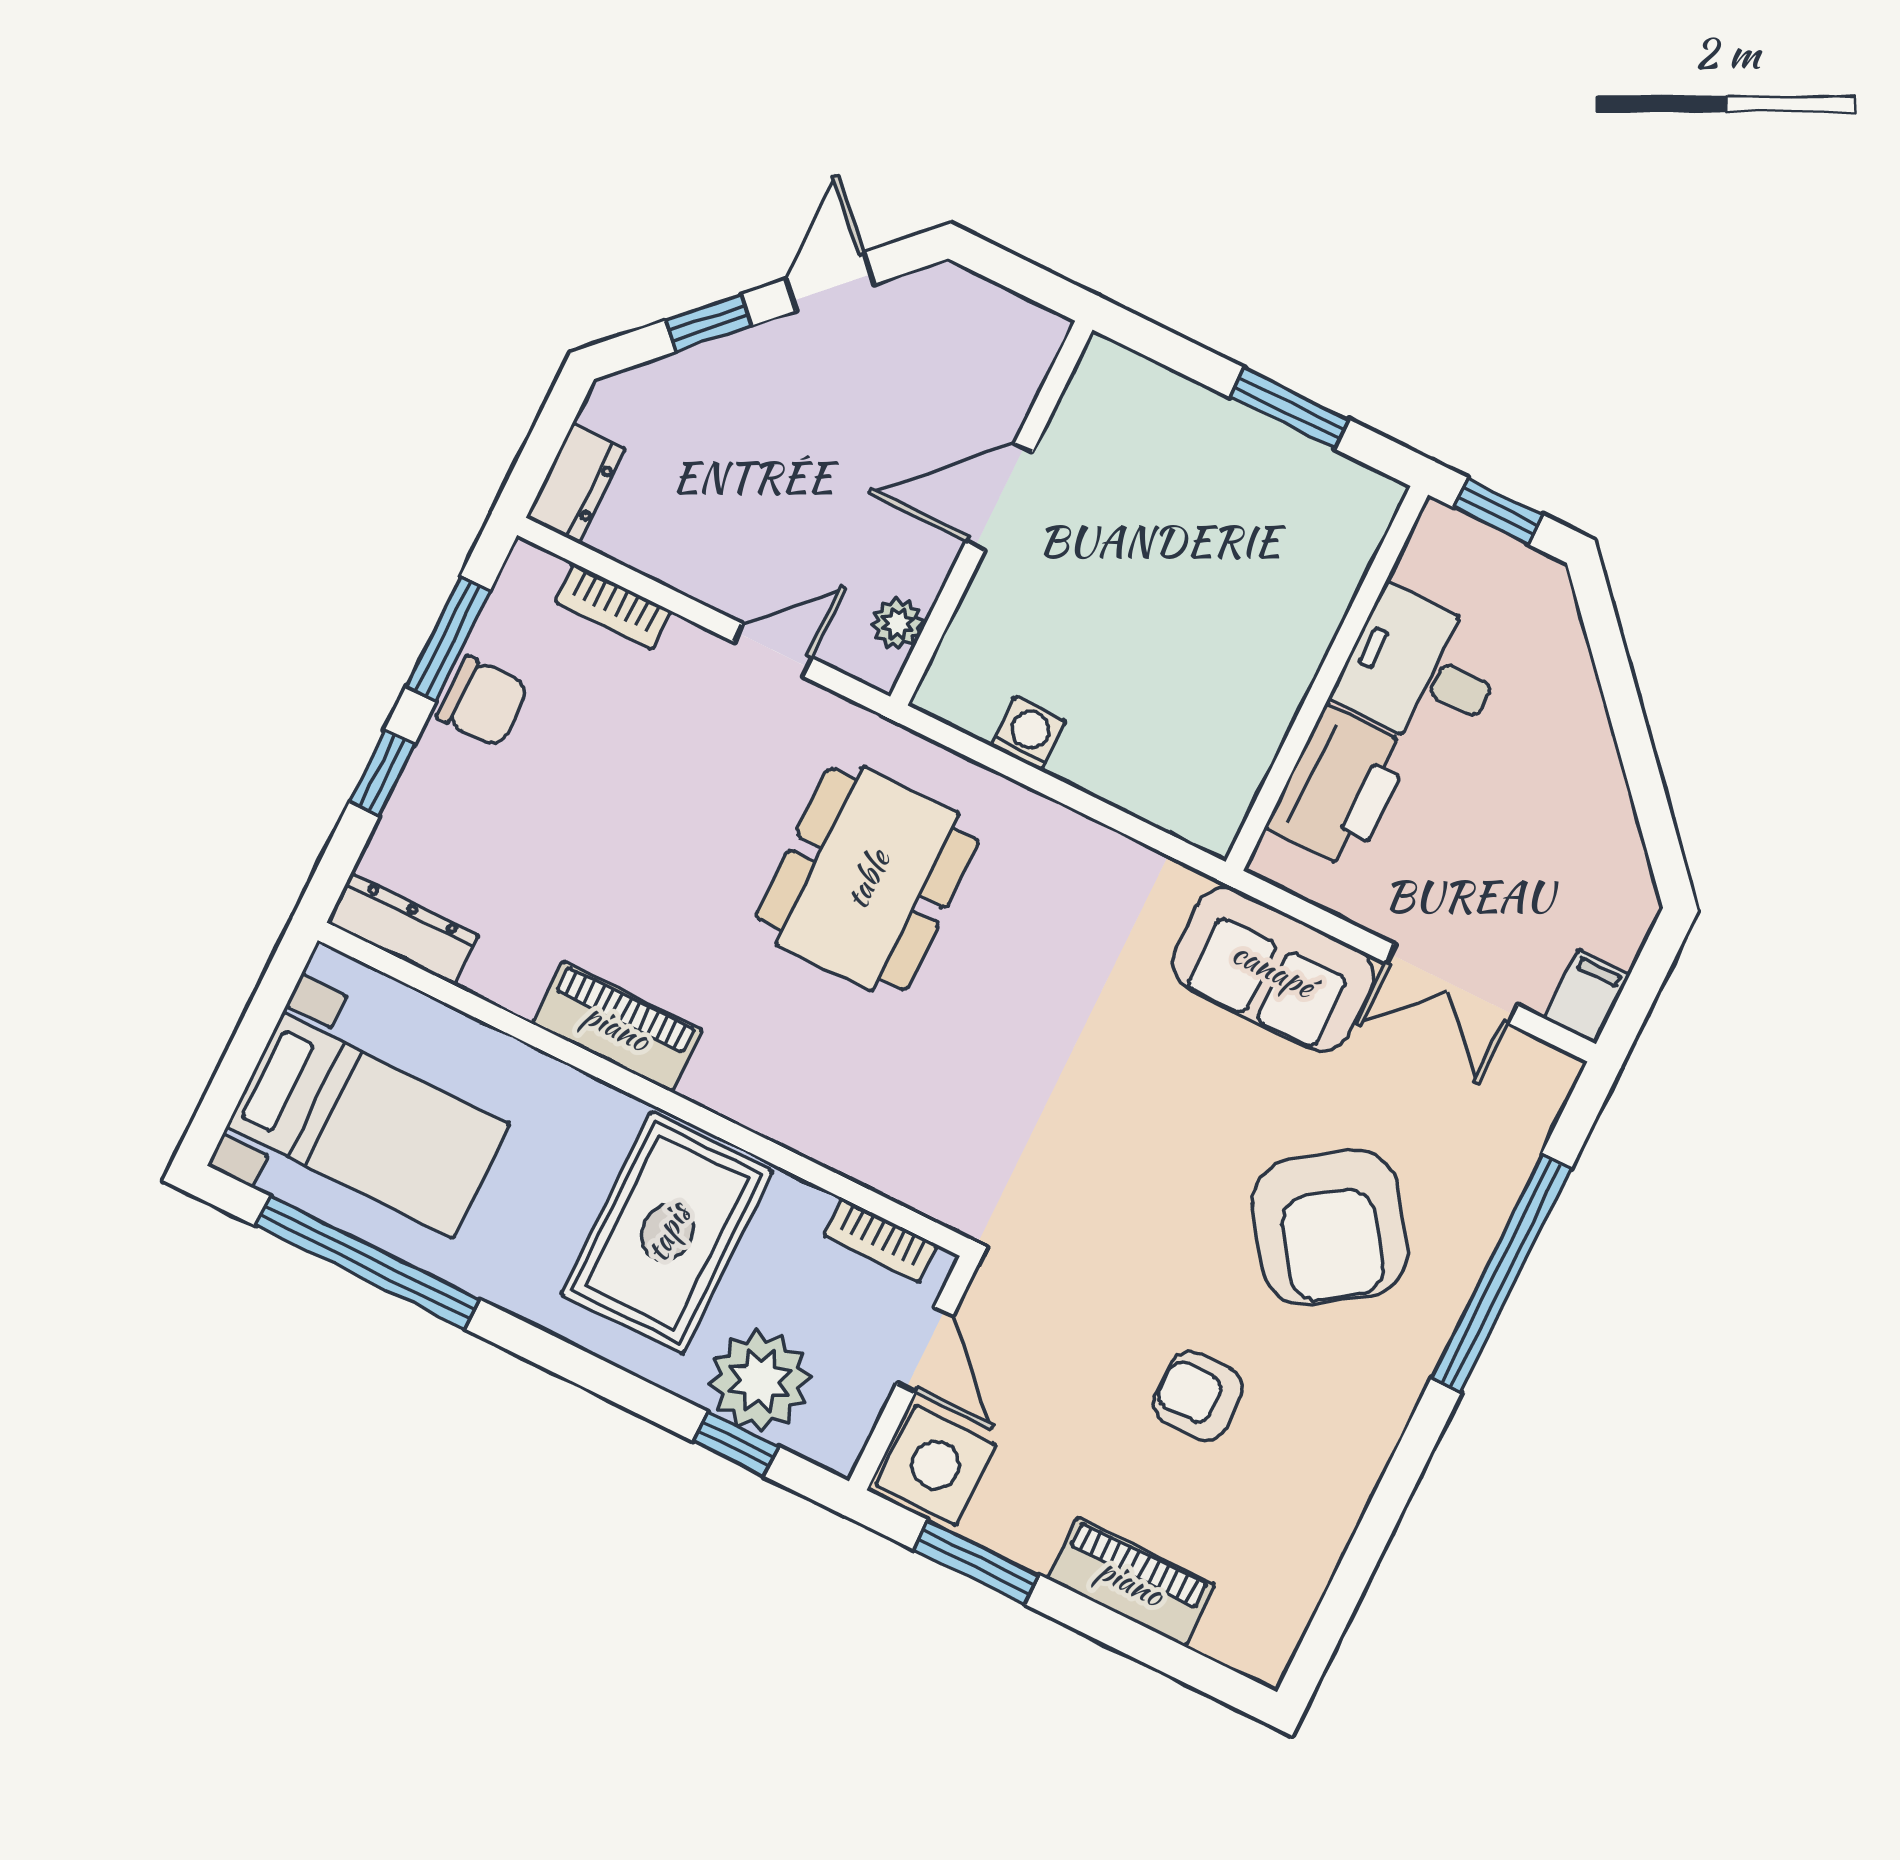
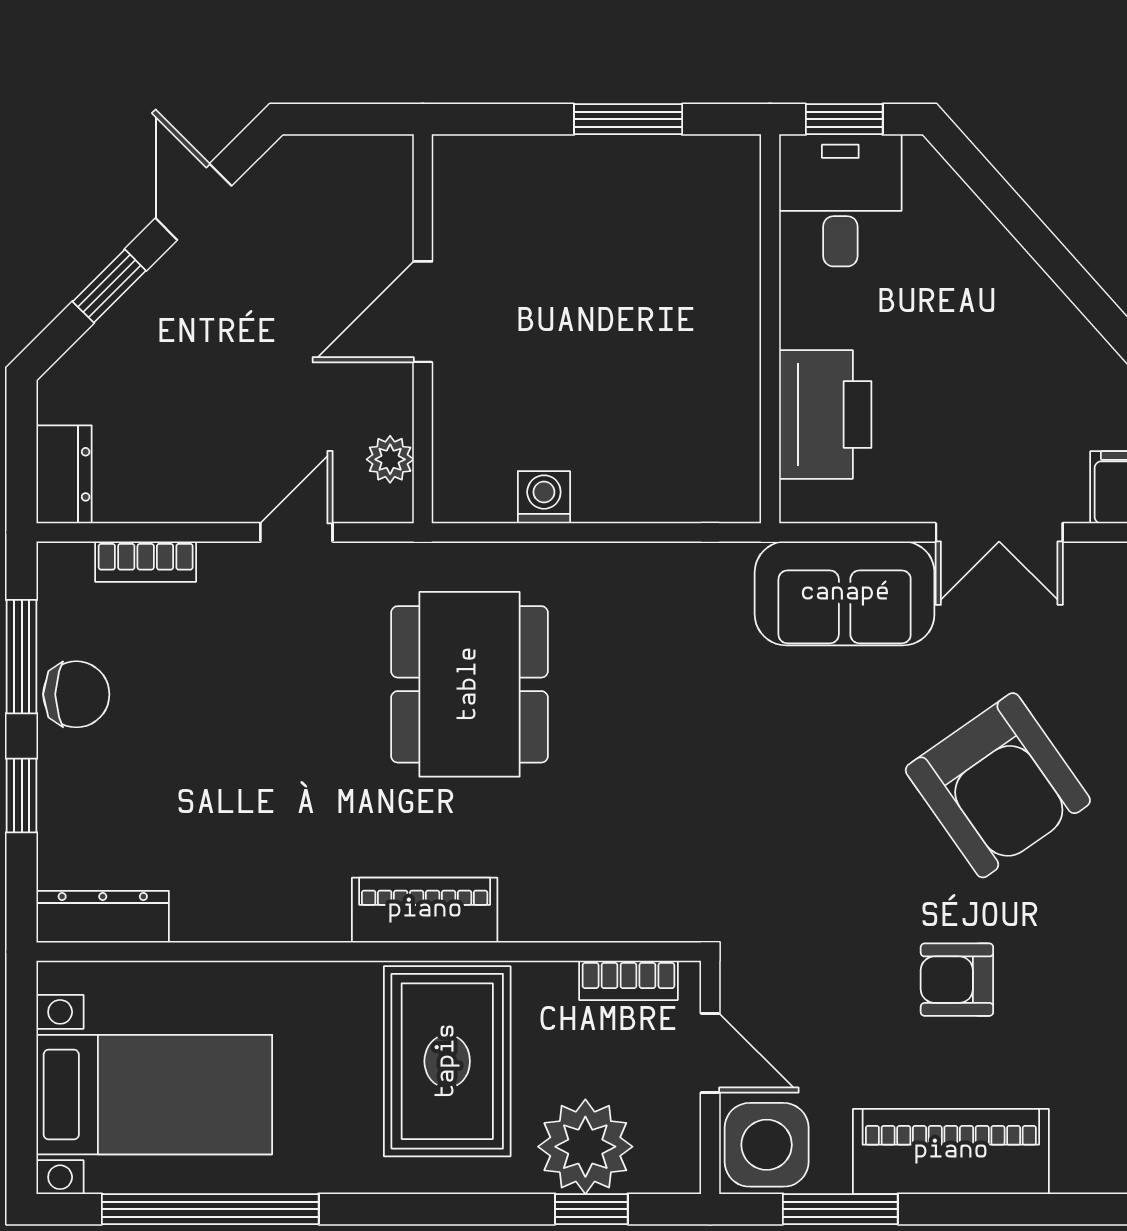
desk: (1421, 671) -> (840, 200), moved, turned 90
piano: (617, 1027) -> (425, 910), moved
piano: (1131, 1582) -> (951, 1151), width x1.37, depth x1.33

